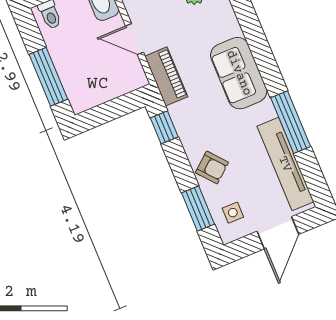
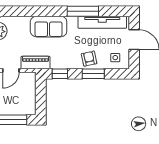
armchair: (212, 167) -> (89, 59), turned -62
window: (198, 209) -> (93, 74), moved

